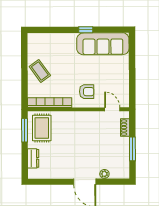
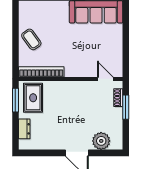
armchair: (87, 92) -> (79, 61), removed
window: (132, 149) -> (126, 107), moved
plant: (104, 174) -> (101, 141), width x1.87, depth x1.87

